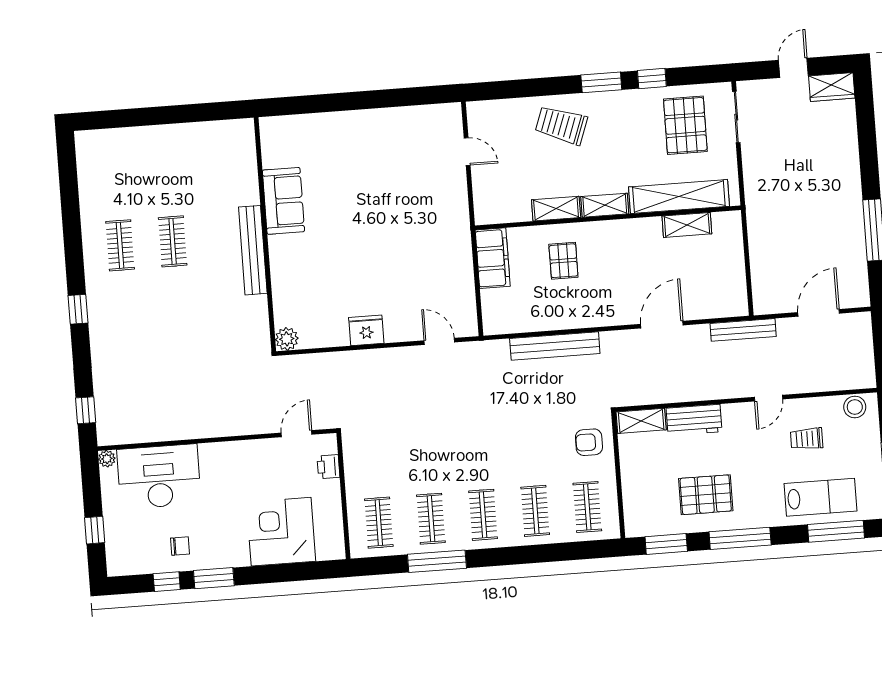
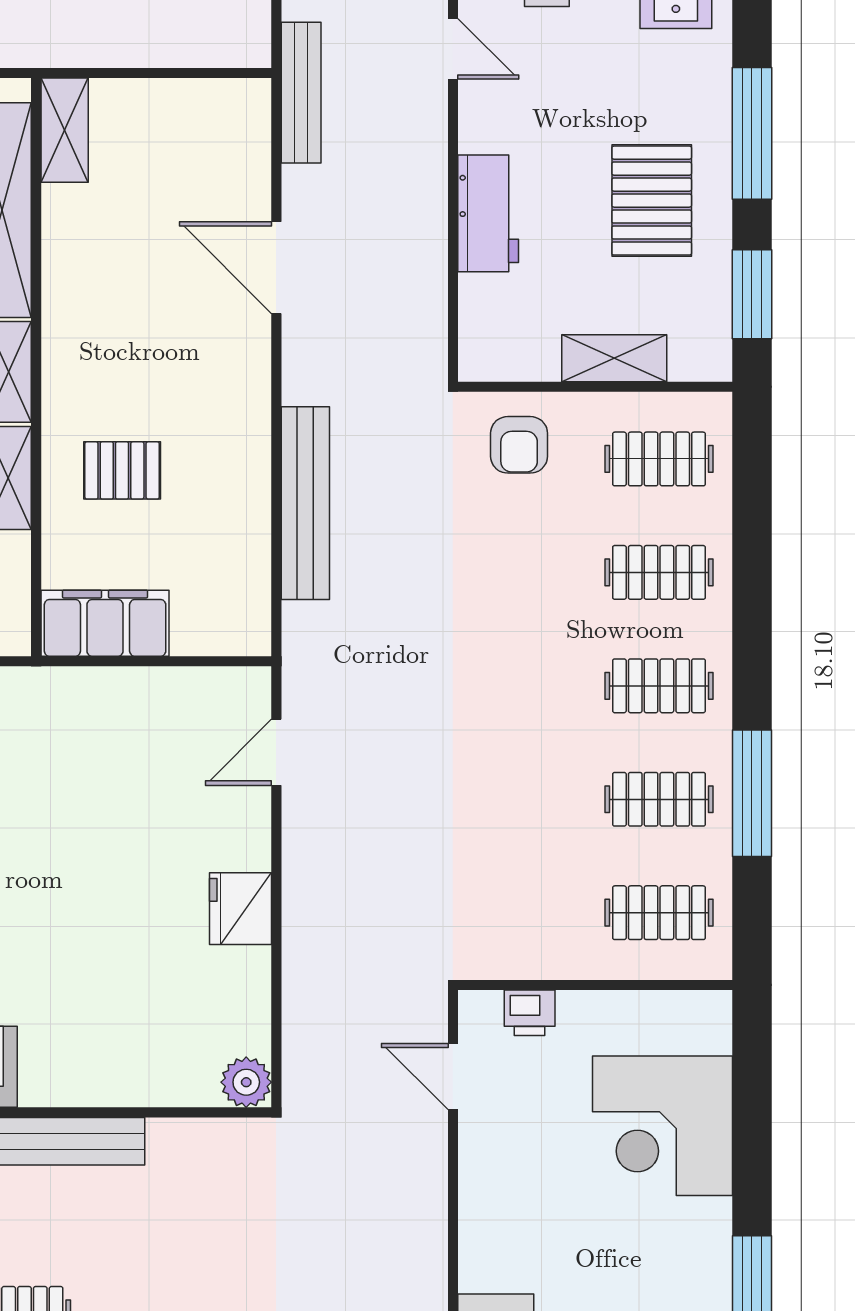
shelving: (687, 225) -> (65, 130), moved
shelving: (641, 421) -> (614, 358), moved, turned 90

